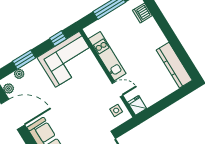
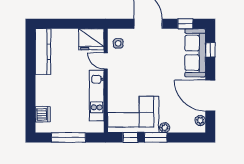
window: (24, 60) -> (156, 137), moved
plant: (19, 74) -> (165, 128), moved
fridge: (137, 105) -> (91, 39), width x1.88, depth x1.34

